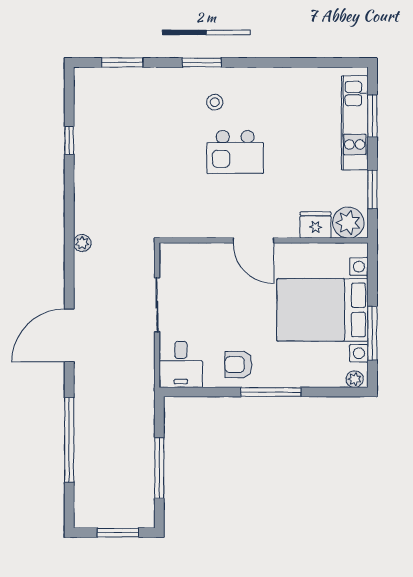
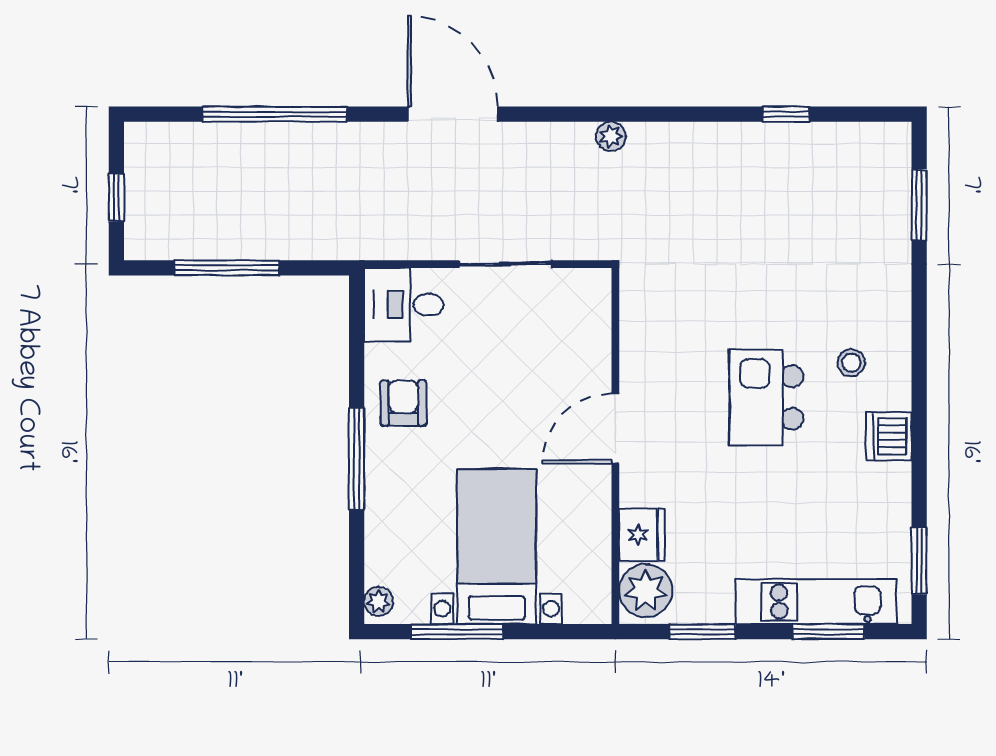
window: (202, 62) -> (919, 561), moved
dishwasher: (258, 80) -> (889, 436), added
bed with nightstands: (323, 310) -> (497, 547), width x0.73
window: (118, 533) -> (116, 197), width x0.67

